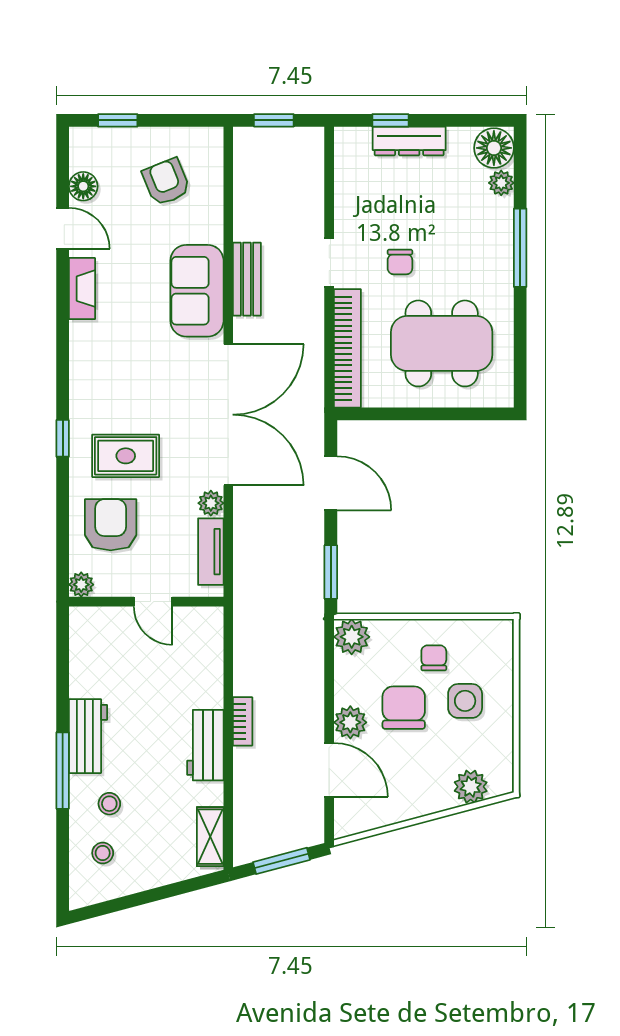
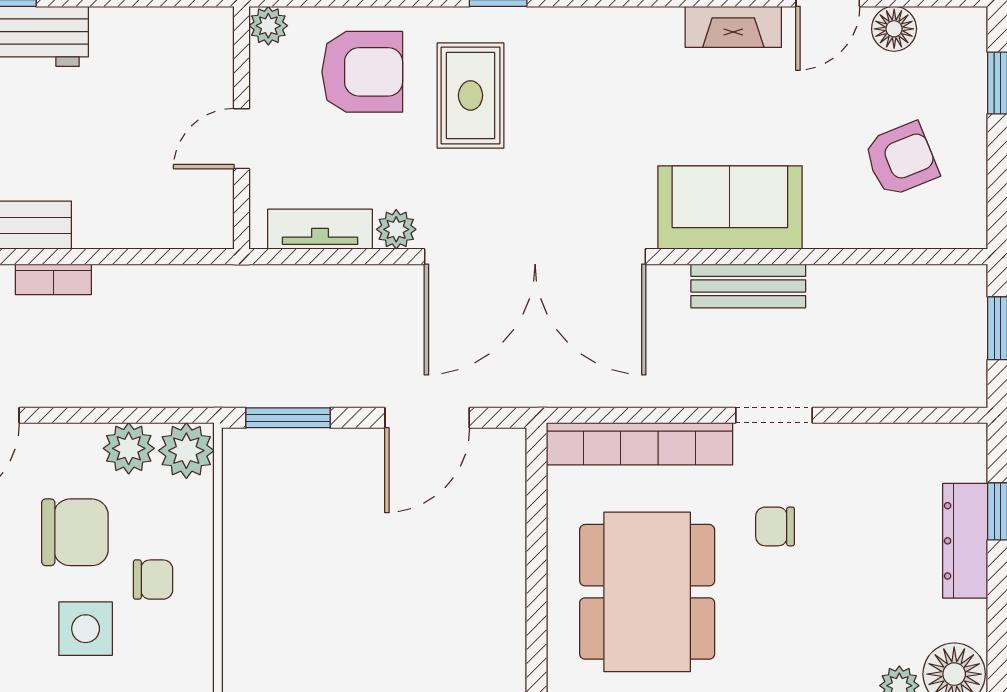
plant: (350, 722) -> (129, 448), moved

